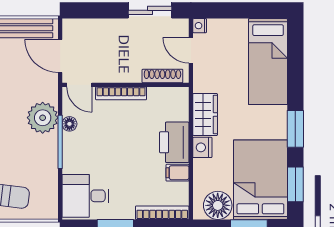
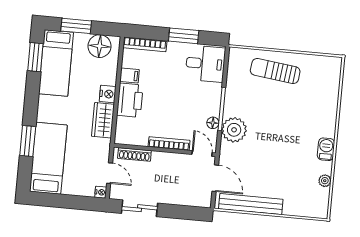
window: (295, 129) -> (28, 141), moved
bed: (260, 180) -> (56, 63), width x0.67

